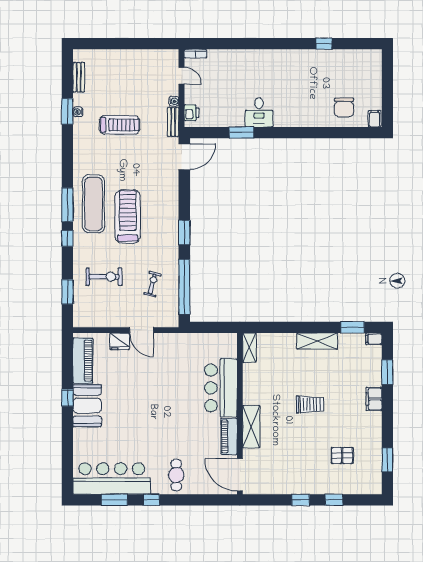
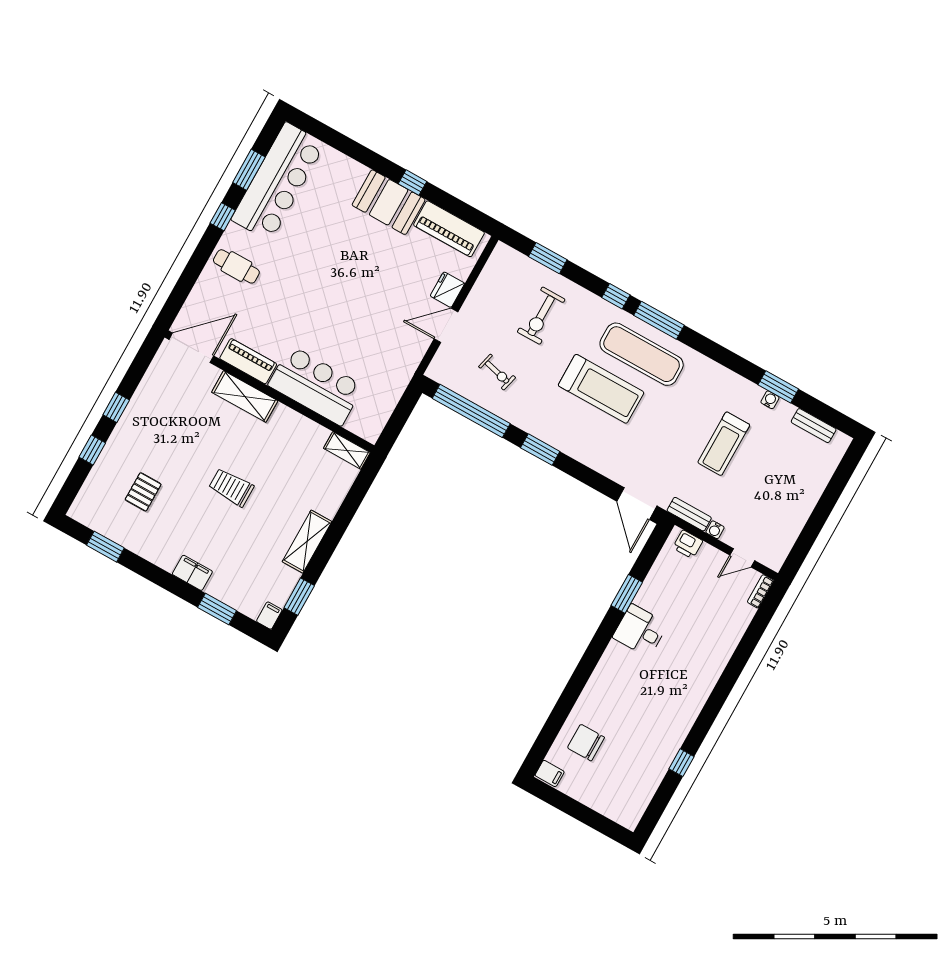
trolley: (310, 404) -> (231, 487), turned 90

